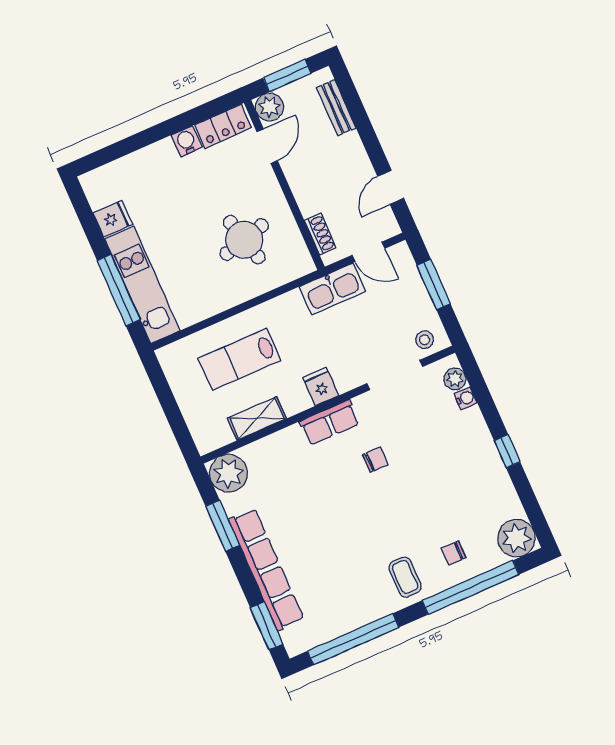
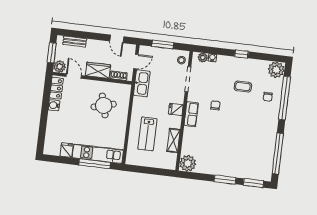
wardrobe: (307, 187) -> (98, 70), added
window: (223, 526) -> (225, 180), moved
row of seats: (266, 569) -> (232, 171), removed
coffee table: (405, 577) -> (243, 87), moved

